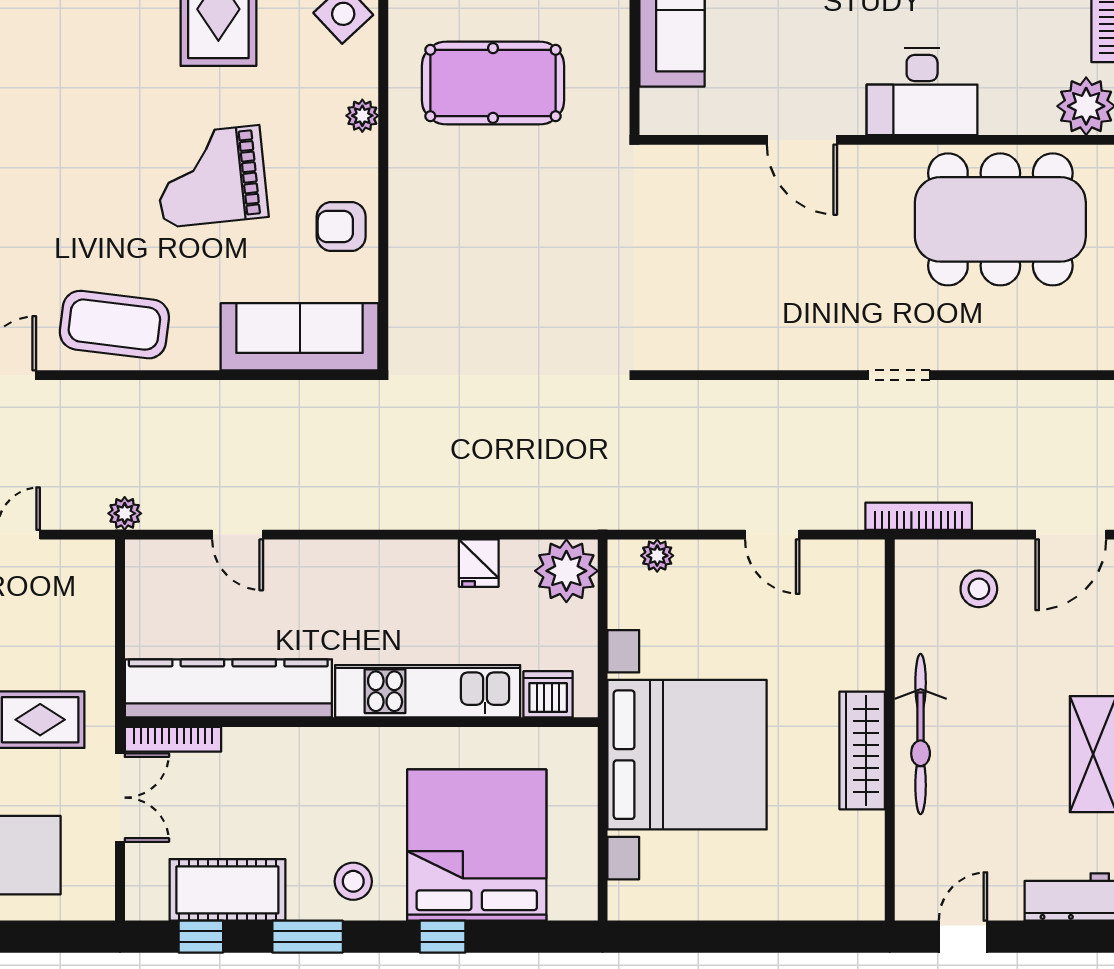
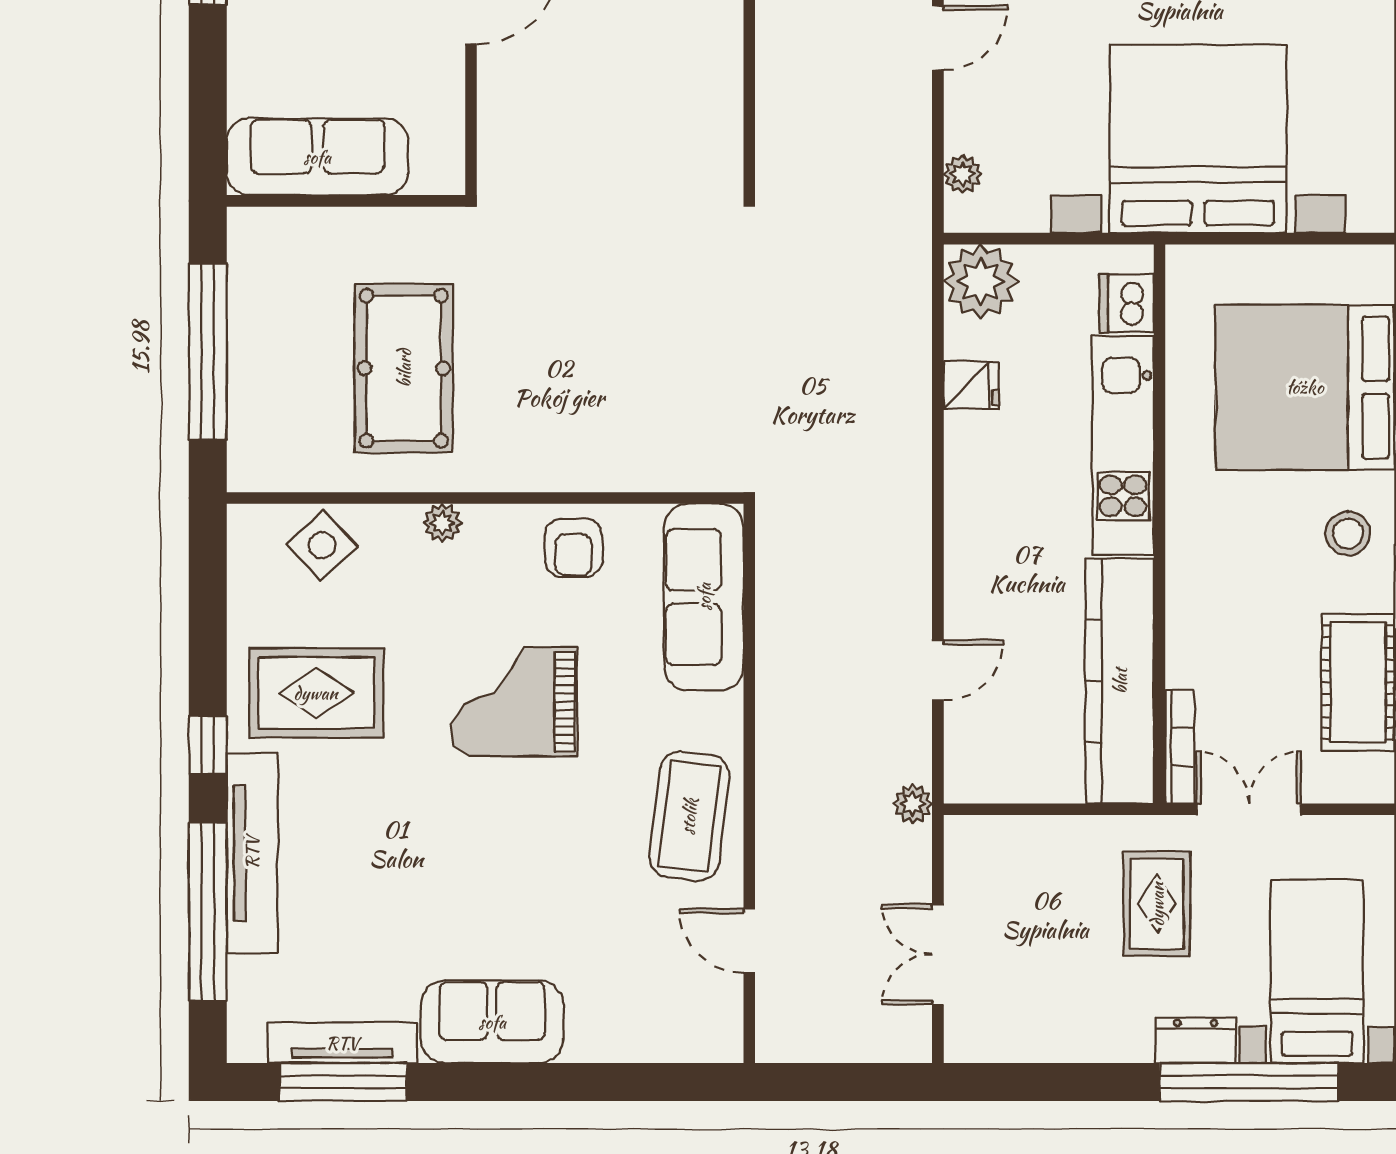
grand piano: (211, 176) -> (514, 702), turned 96

